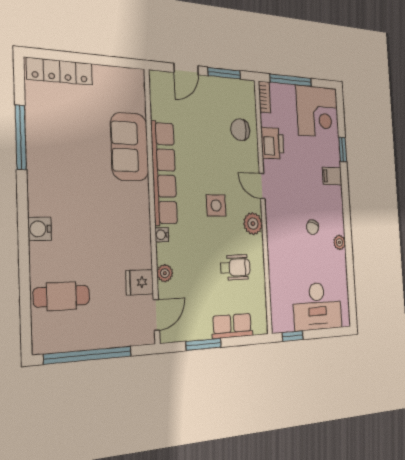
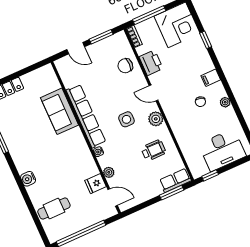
door: (186, 69) -> (76, 48), hinge flipped
filing cabinet: (332, 176) -> (211, 78), moved
door: (156, 315) -> (113, 197), hinge flipped
row of seats: (232, 326) -> (175, 180), moved
window: (204, 344) -> (172, 193), moved

